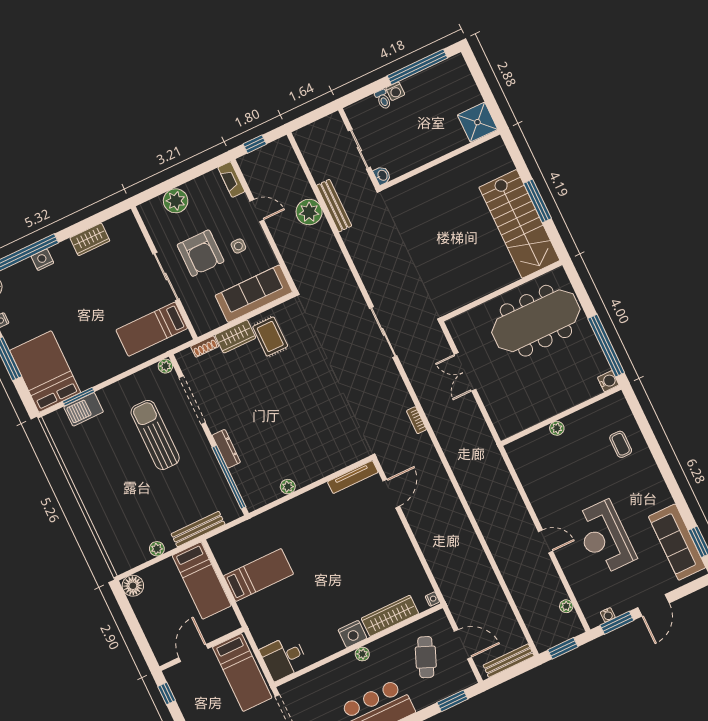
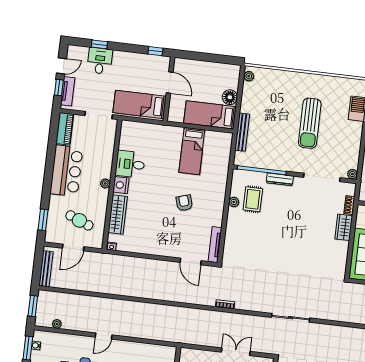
rug: (270, 336) -> (253, 199), moved, turned 90
sun lounger: (155, 435) -> (310, 123), moved, turned 90
armchair: (326, 545) -> (184, 203), added
plant: (157, 549) -> (249, 76), moved
floor lamp: (133, 586) -> (230, 97), moved
desk: (284, 658) -> (130, 164), moved, turned -90

